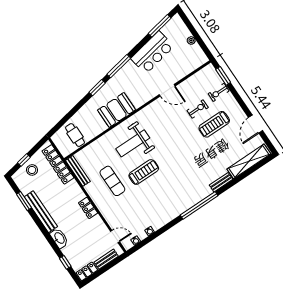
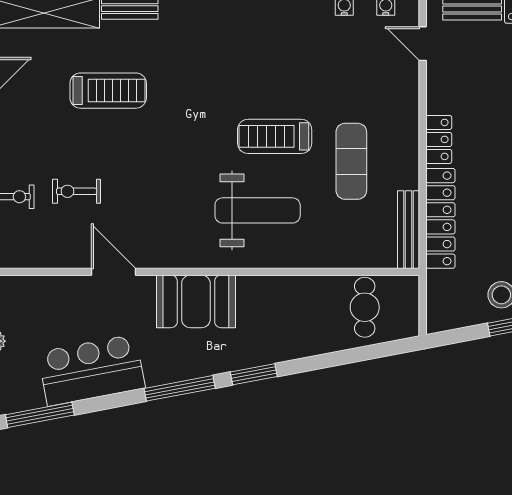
booth: (117, 110) -> (196, 301), moved
treadmill: (214, 124) -> (108, 91), moved
locker: (58, 164) -> (440, 218), moved

